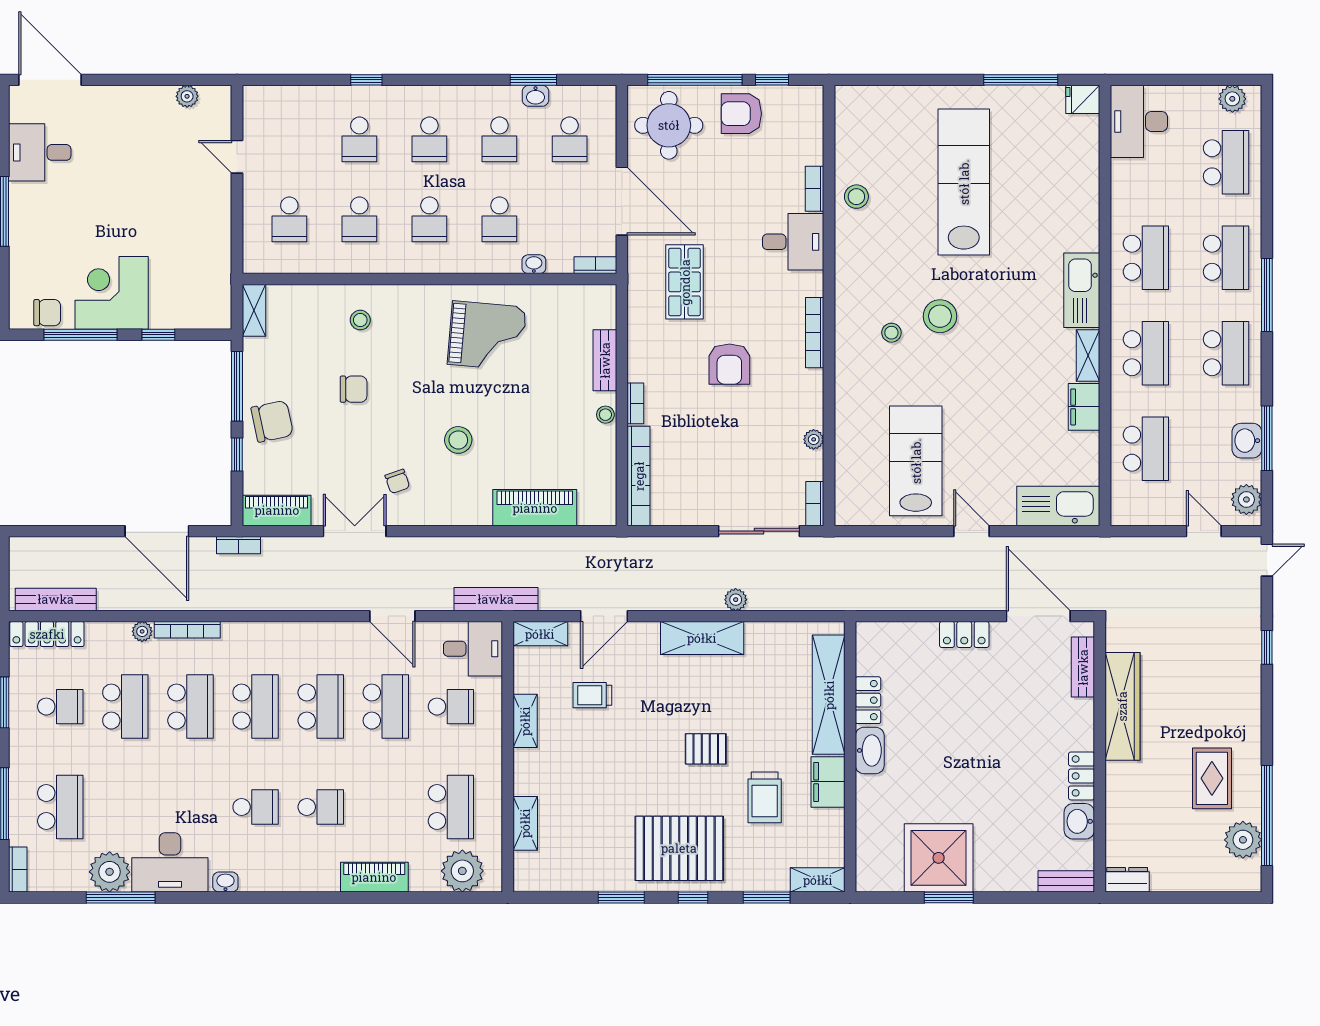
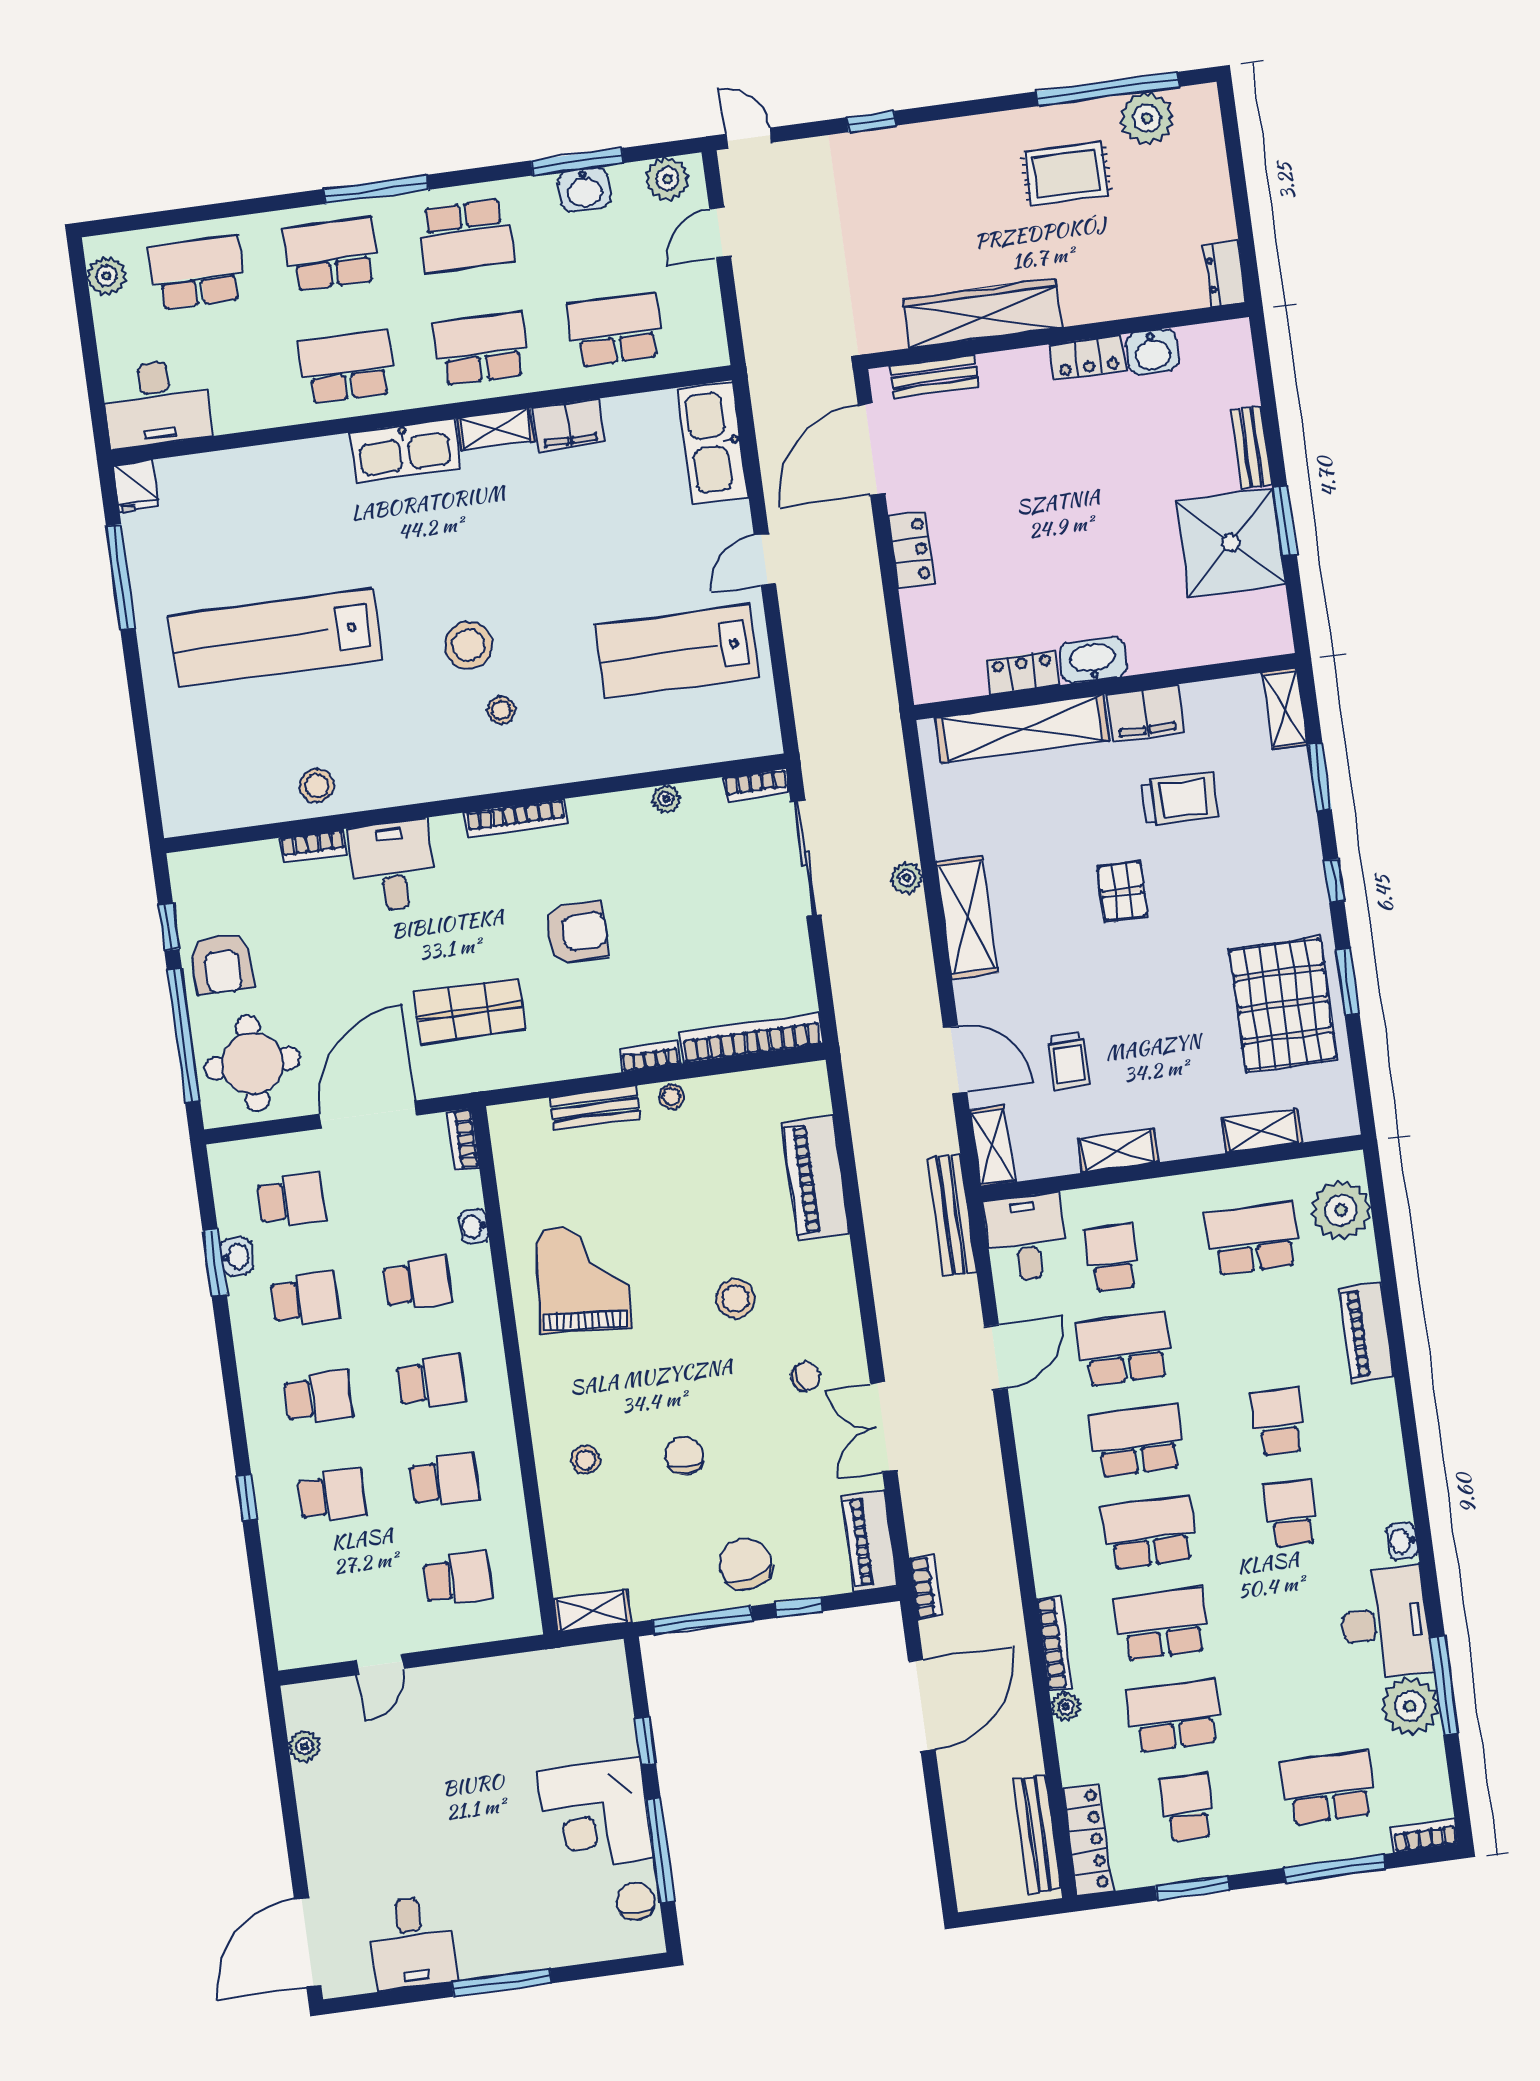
school desk: (1226, 353) -> (466, 236), turned 180
pallet: (679, 848) -> (1283, 1004), moved
bench: (1066, 881) -> (1251, 447), moved

